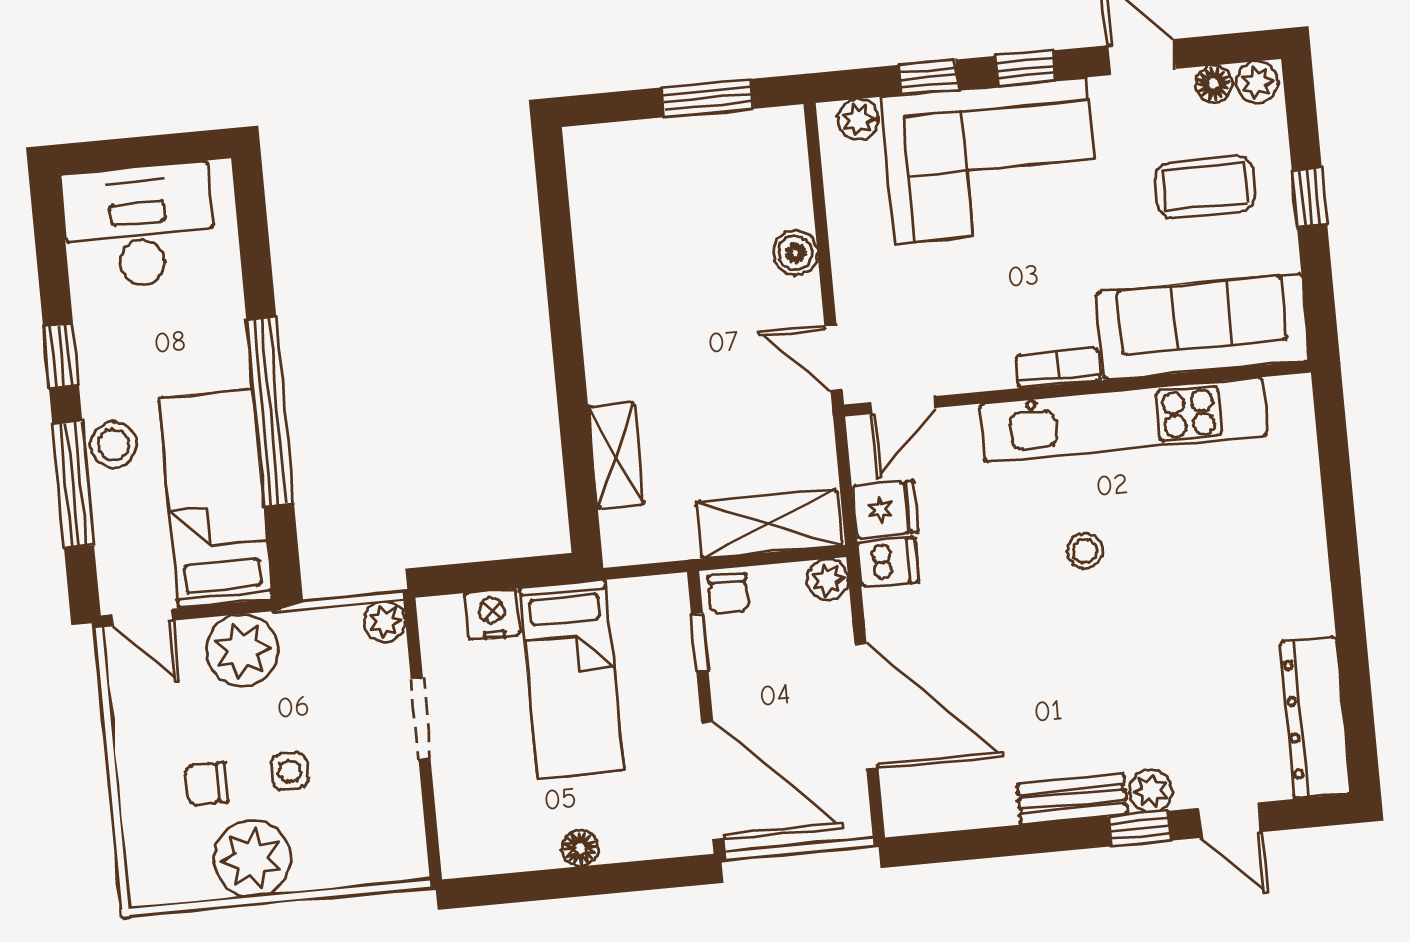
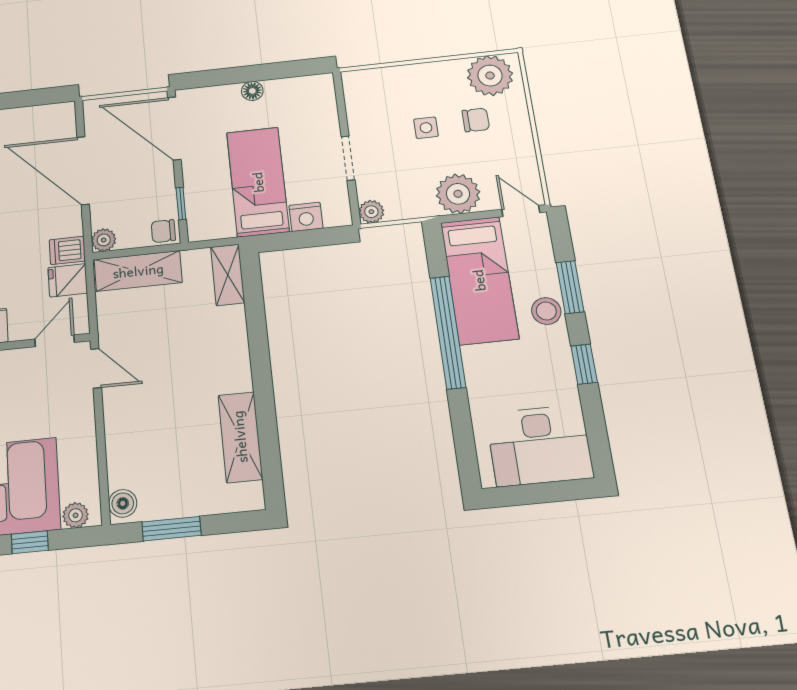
shelving: (601, 242) -> (240, 437), added
boiler: (795, 253) -> (123, 503), moved
shelving: (616, 455) -> (228, 275), moved
window: (73, 484) -> (570, 287), width x0.69
chair: (729, 593) -> (163, 231), turned -90
plant: (252, 859) -> (490, 76), moved

